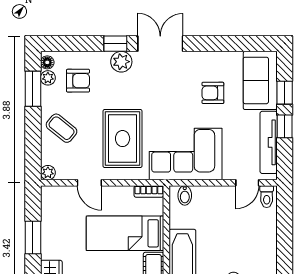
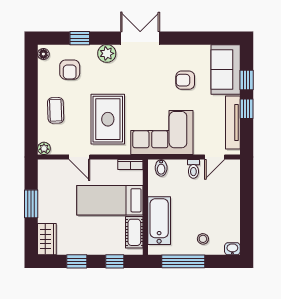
window: (115, 44) -> (80, 38), moved
plant: (48, 78) -> (44, 67), removed
armchair: (78, 81) -> (70, 70), turned 90
window: (33, 89) -> (31, 77), removed
coffee table: (62, 128) -> (56, 110), turned 49
toilet: (267, 197) -> (193, 169), moved

